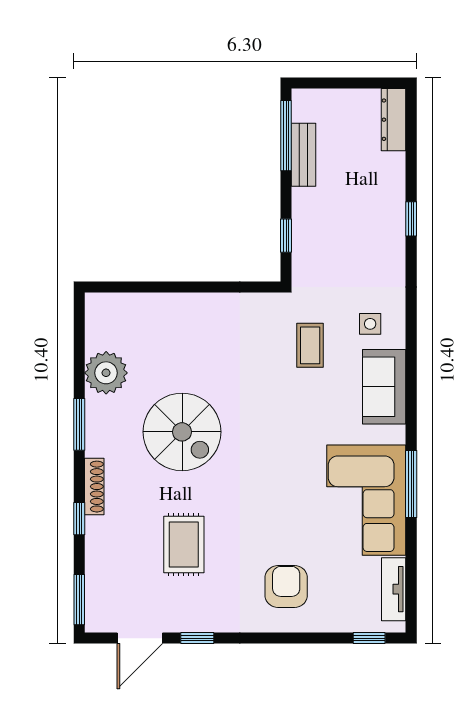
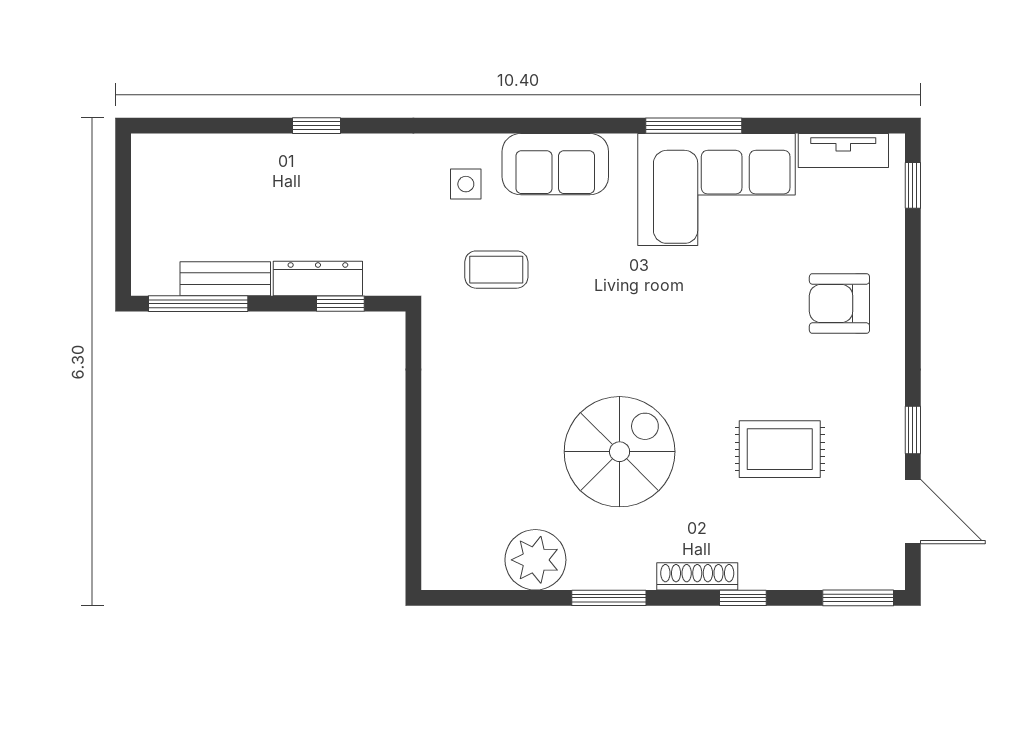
dresser: (394, 120) -> (318, 279), moved, turned 180

